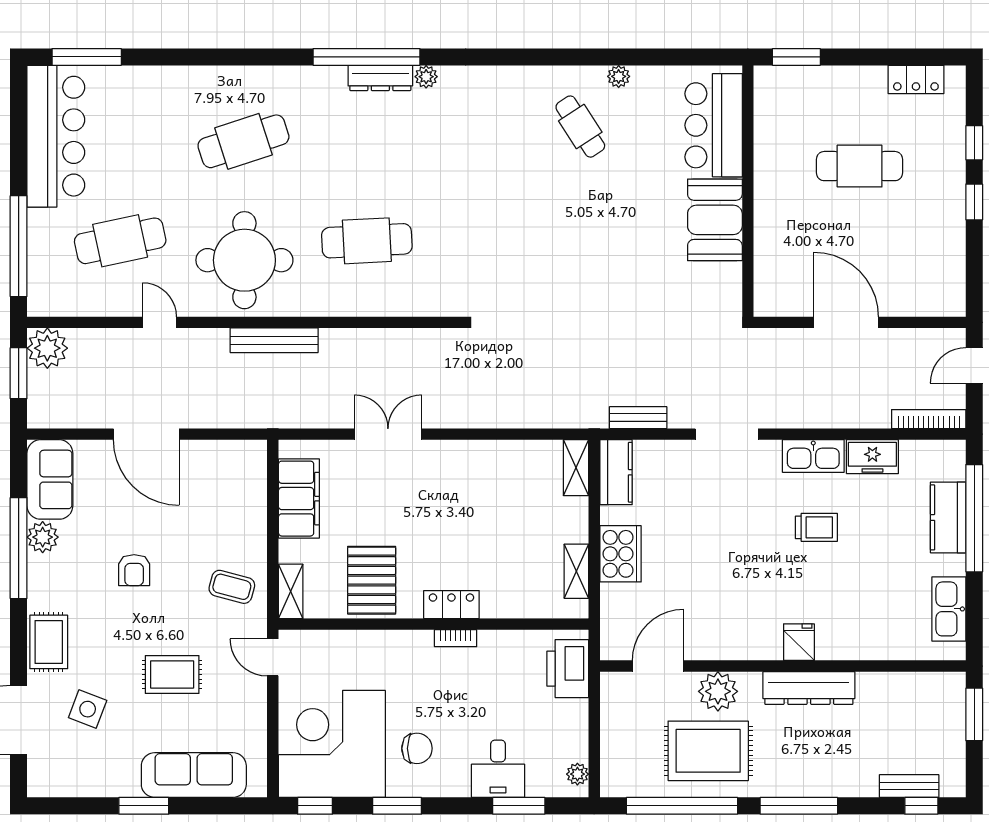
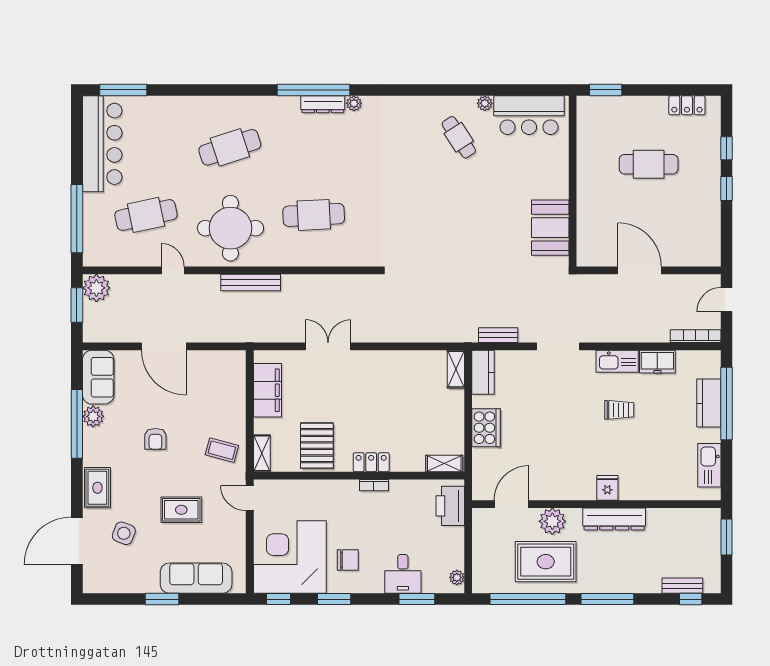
bar counter: (714, 125) -> (529, 115), moved, turned -90
booth: (715, 220) -> (550, 228), moved
shelving: (576, 571) -> (444, 463), moved, turned 90

